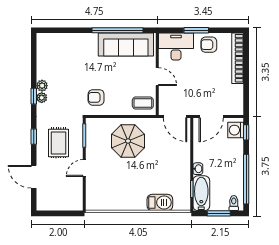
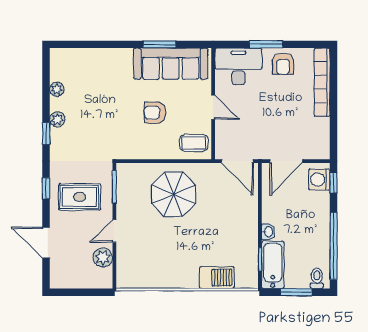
window: (118, 30) -> (159, 44), width x0.47
armchair: (209, 45) -> (283, 64), turned -90
armchair: (96, 97) -> (155, 113), moved
plant: (42, 98) -> (57, 89), moved
rug: (59, 143) -> (80, 197), turned 90
plant: (76, 188) -> (103, 257), added

